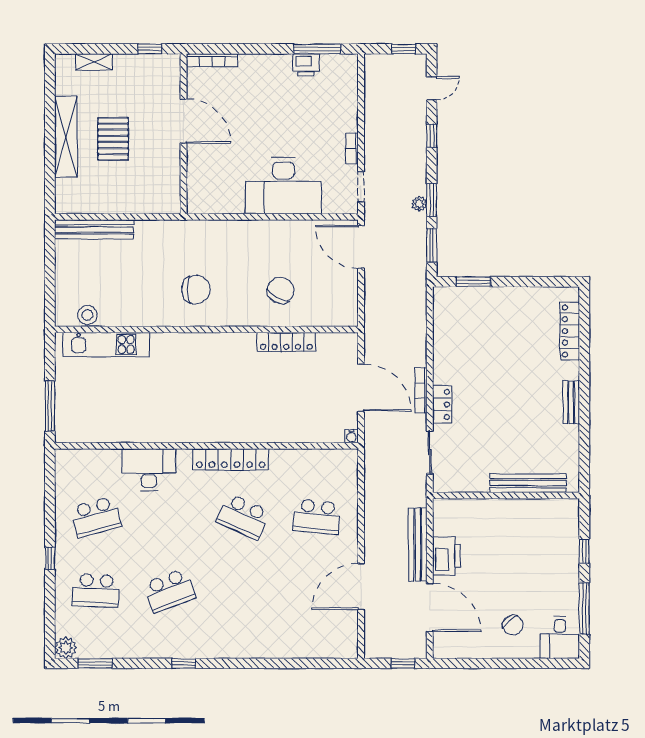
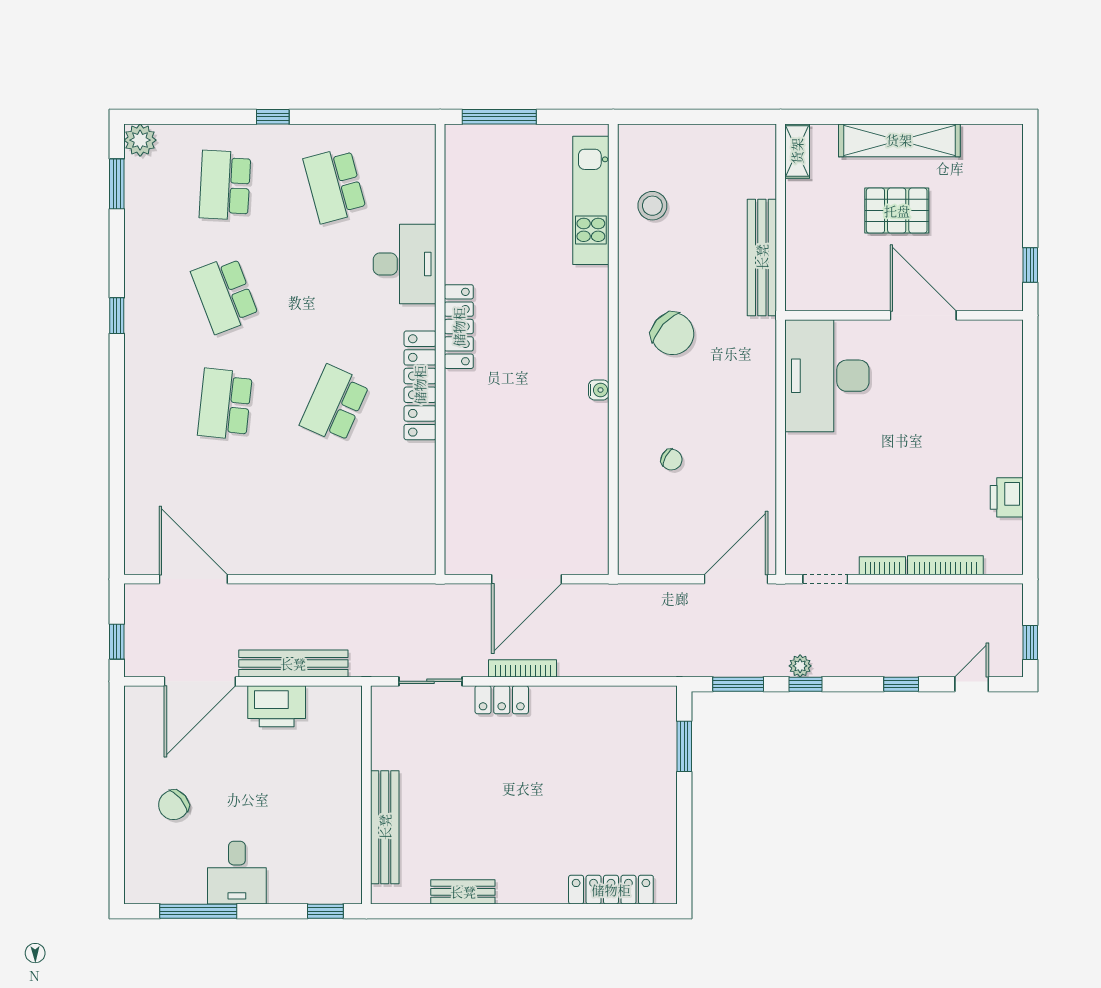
window: (317, 49) -> (1030, 514), removed
bookcase: (212, 60) -> (945, 565), moved, turned 90
shelving: (94, 62) -> (797, 151), moved
door: (432, 88) -> (972, 684), swing flipped
door: (184, 121) -> (923, 315), swing flipped
desk: (283, 186) -> (827, 376), moved
window: (432, 200) -> (806, 684), width x0.67
bench: (94, 230) -> (762, 257), moved
chair: (196, 290) -> (673, 334), turned -48
chair: (281, 290) -> (671, 460), width x0.54, depth x0.54
stool: (87, 315) -> (652, 206), moved
locker: (286, 342) -> (459, 327), moved, turned 180
bench: (571, 402) -> (463, 892), moved
water cooler: (351, 436) -> (599, 390), moved, turned 180
school desk: (317, 517) -> (225, 404), moved
window: (584, 551) -> (325, 911), moved
door: (361, 587) -> (193, 579), moved
desk: (560, 637) -> (237, 873), moved, turned -90

